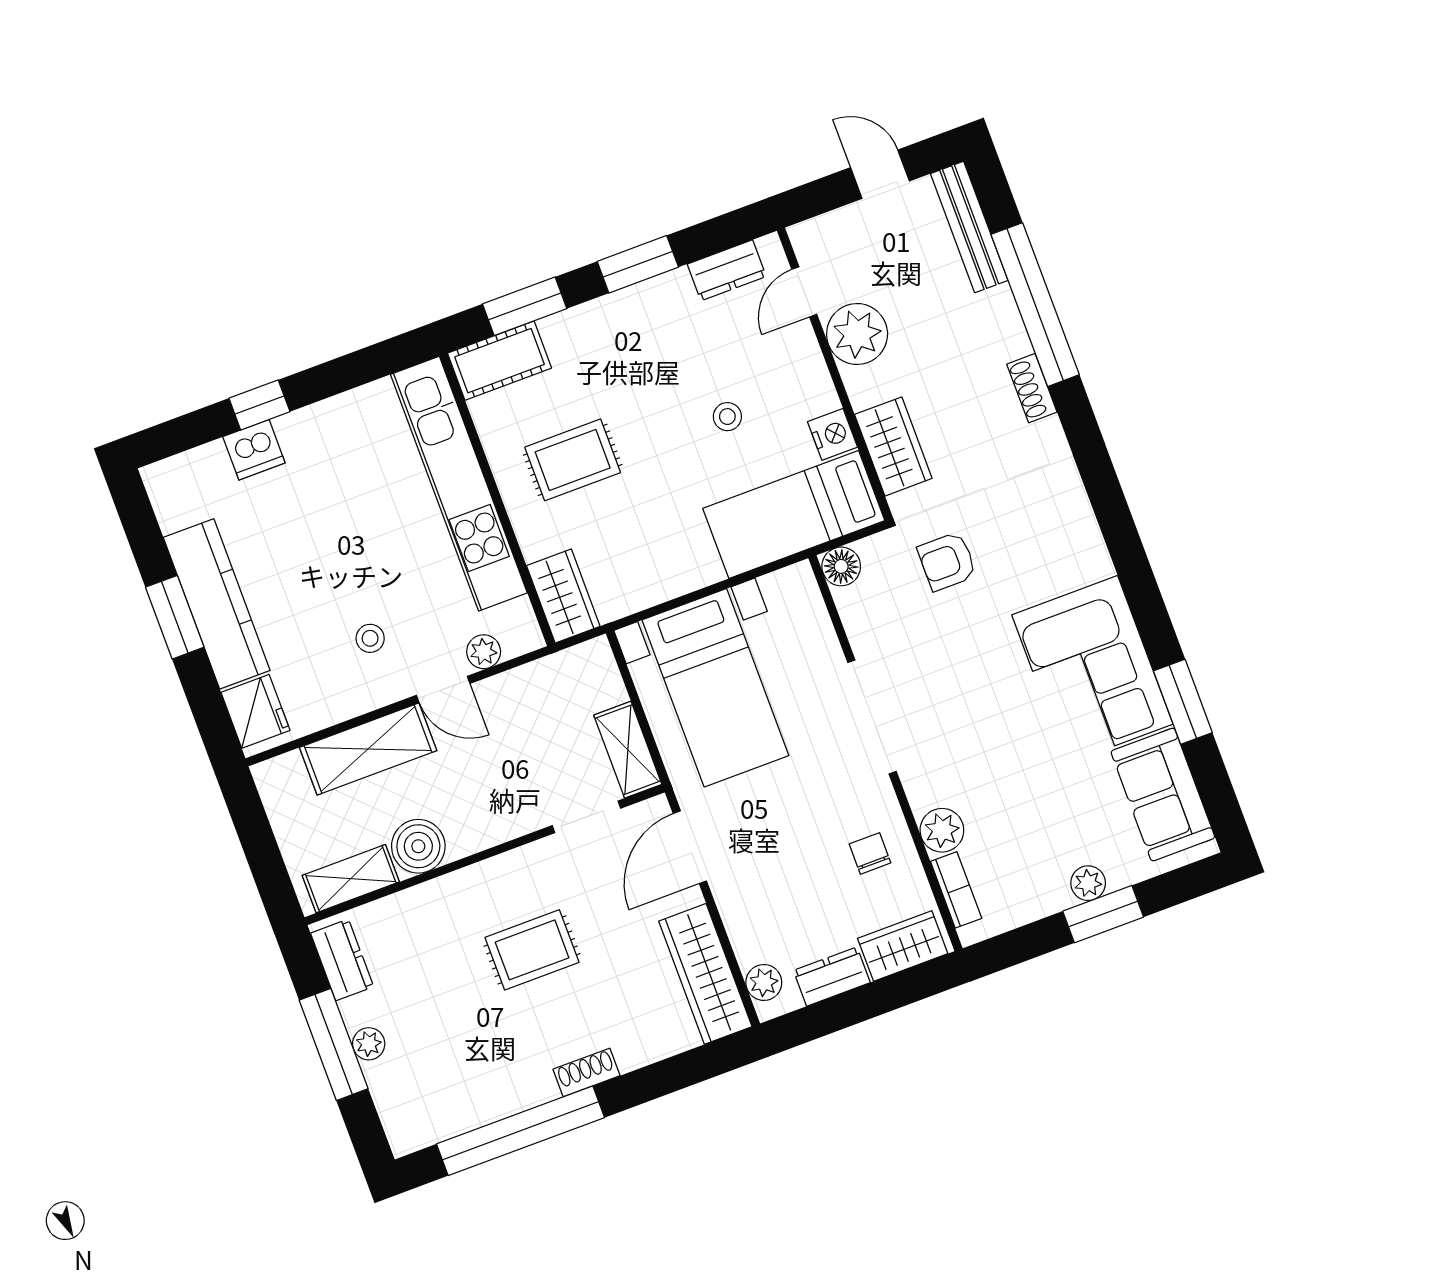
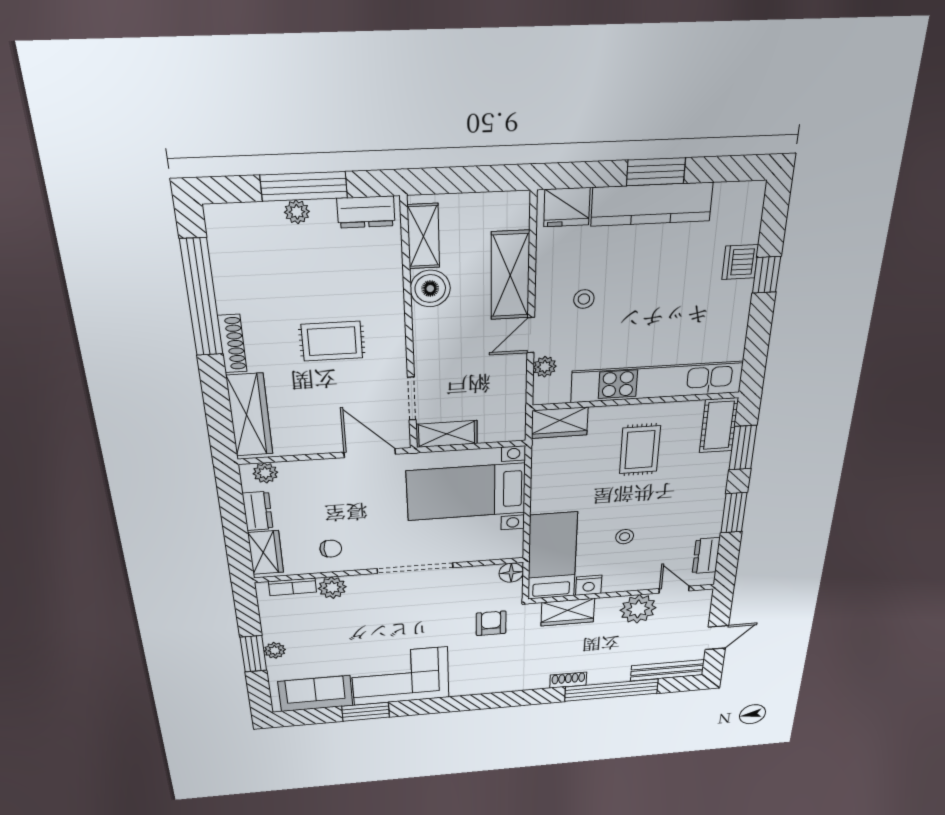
rug: (532, 950) -> (332, 341), turned 90
wardrobe: (705, 974) -> (250, 415), moved, turned 90
shoe rack: (587, 1072) -> (232, 344), width x1.43

